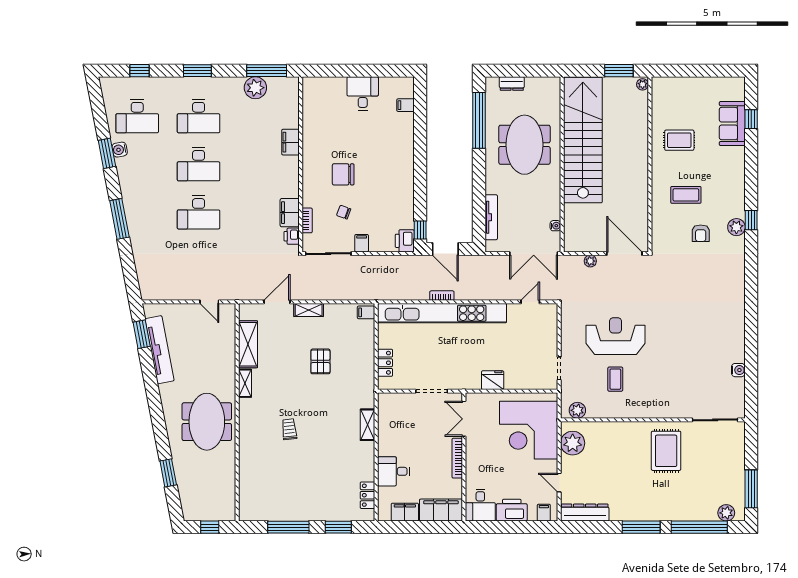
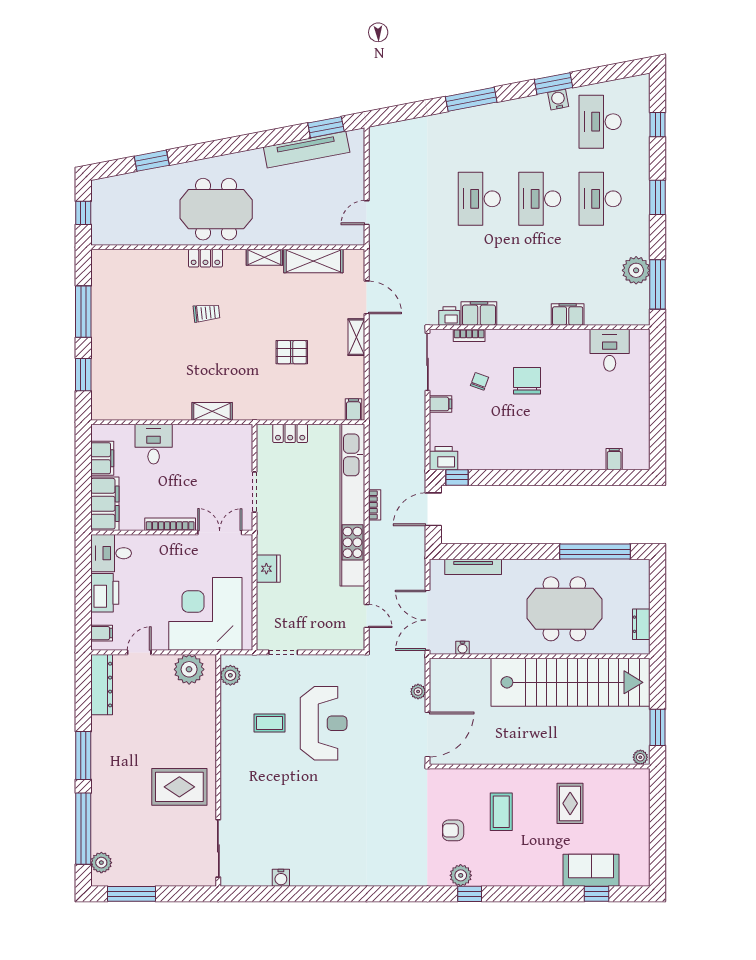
dresser: (512, 84) -> (641, 624), moved
desk: (363, 93) -> (610, 350), moved, turned -90
locker: (368, 495) -> (205, 258), moved, turned 180

